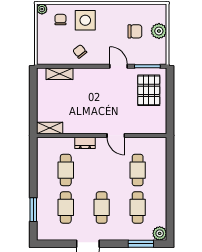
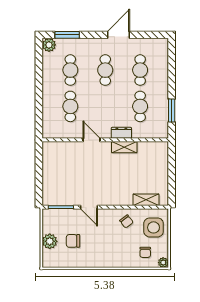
side table: (85, 20) -> (154, 227), moved
pallet: (149, 90) -> (60, 184), removed
shelving: (50, 128) -> (124, 147), moved
window: (33, 210) -> (172, 110), moved

